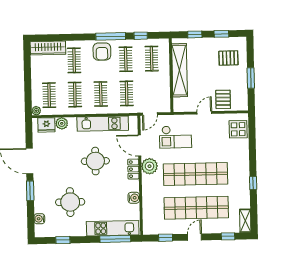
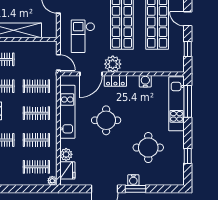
checkout: (175, 137) -> (83, 36), turned 180
water cooler: (39, 219) -> (133, 180), moved

